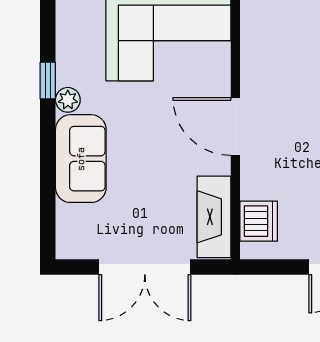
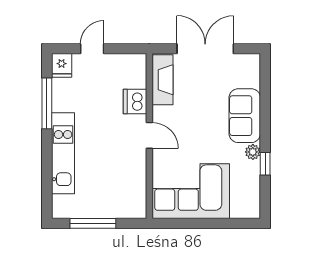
door: (235, 126) -> (149, 135), width x0.73
dishwasher: (259, 221) -> (135, 101), moved

